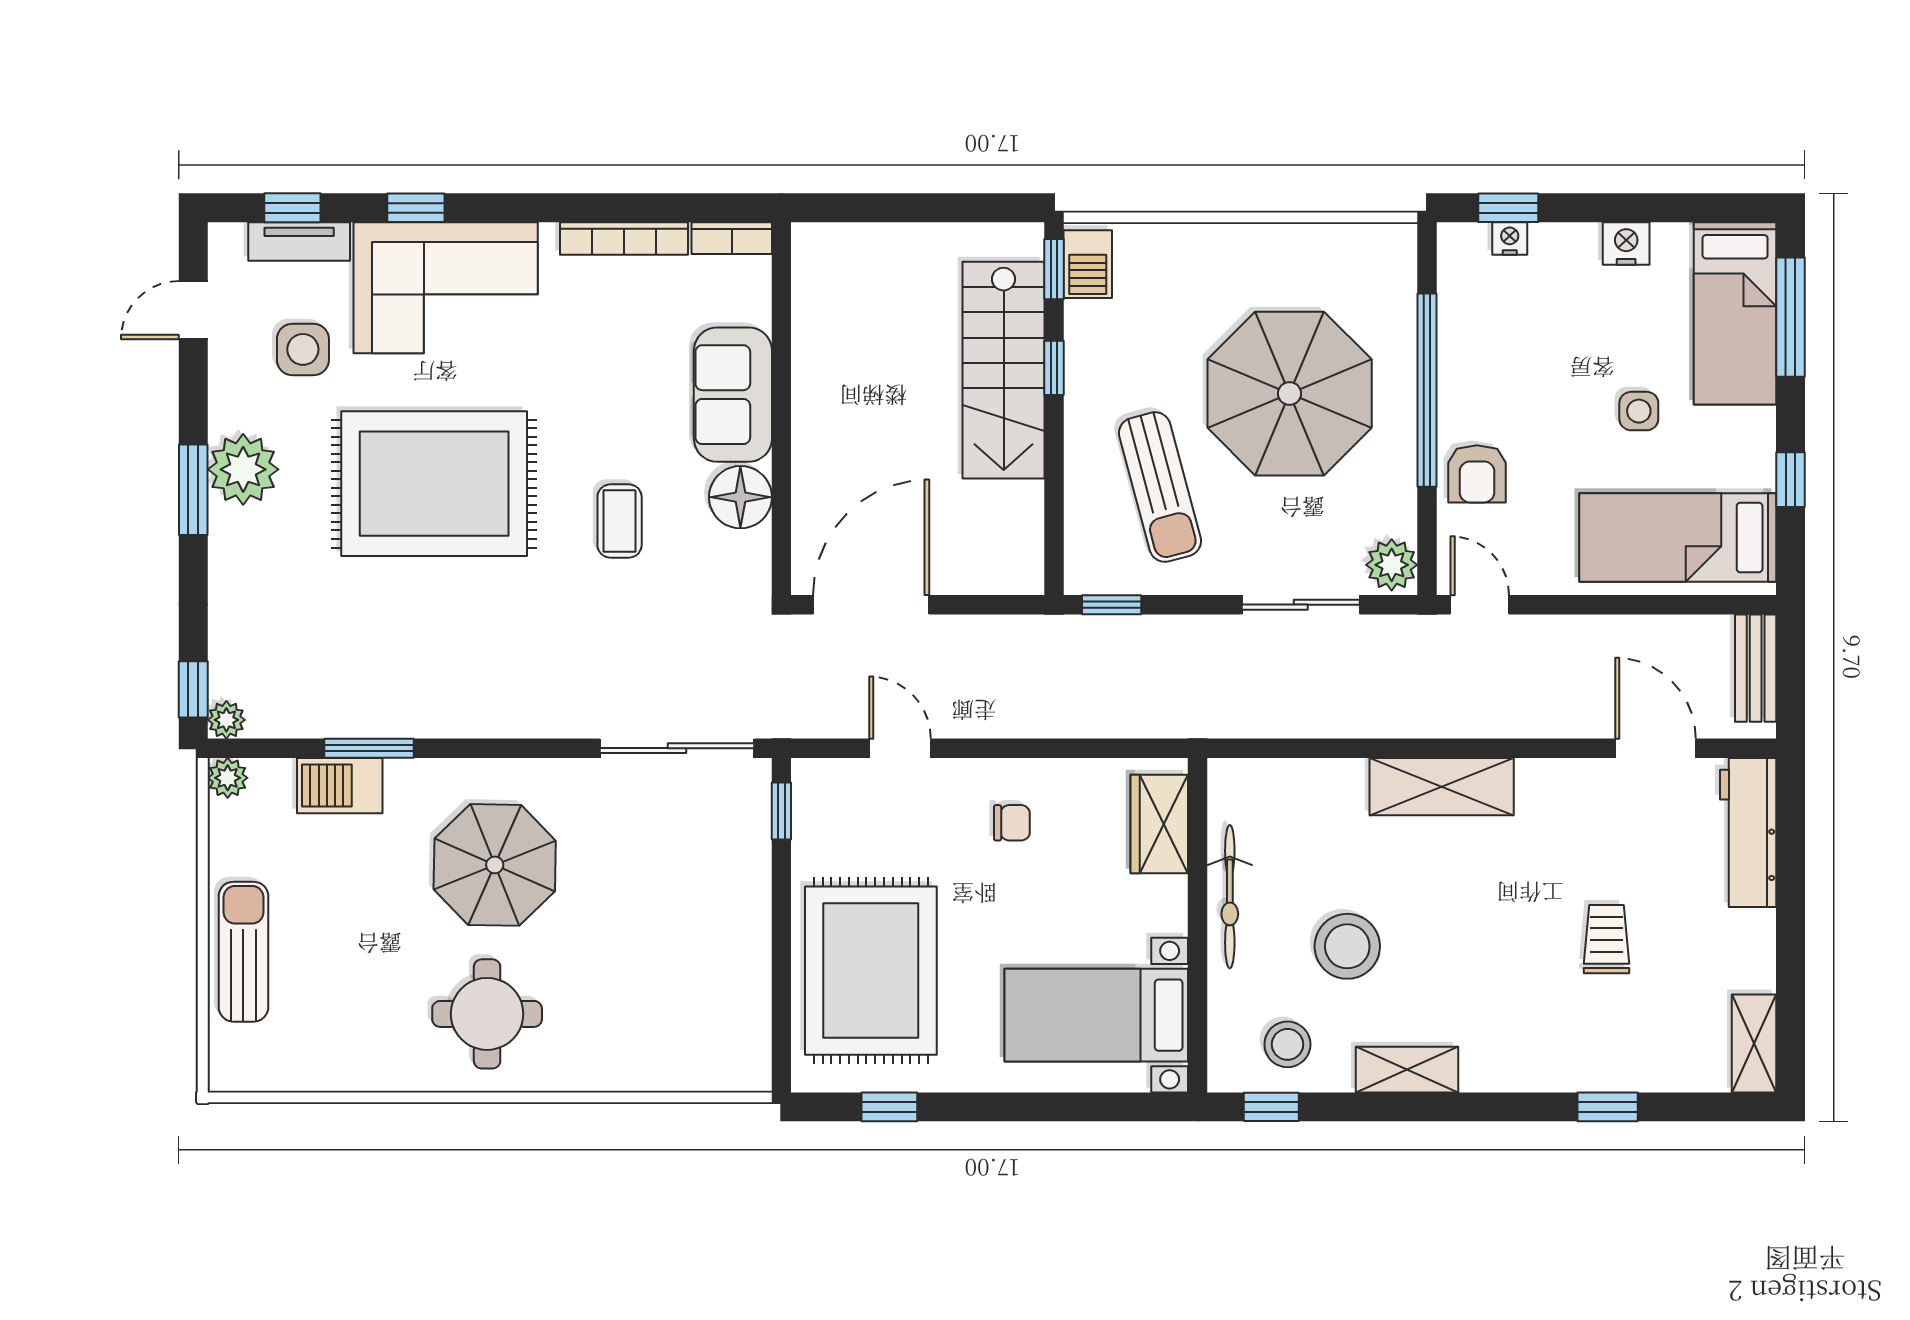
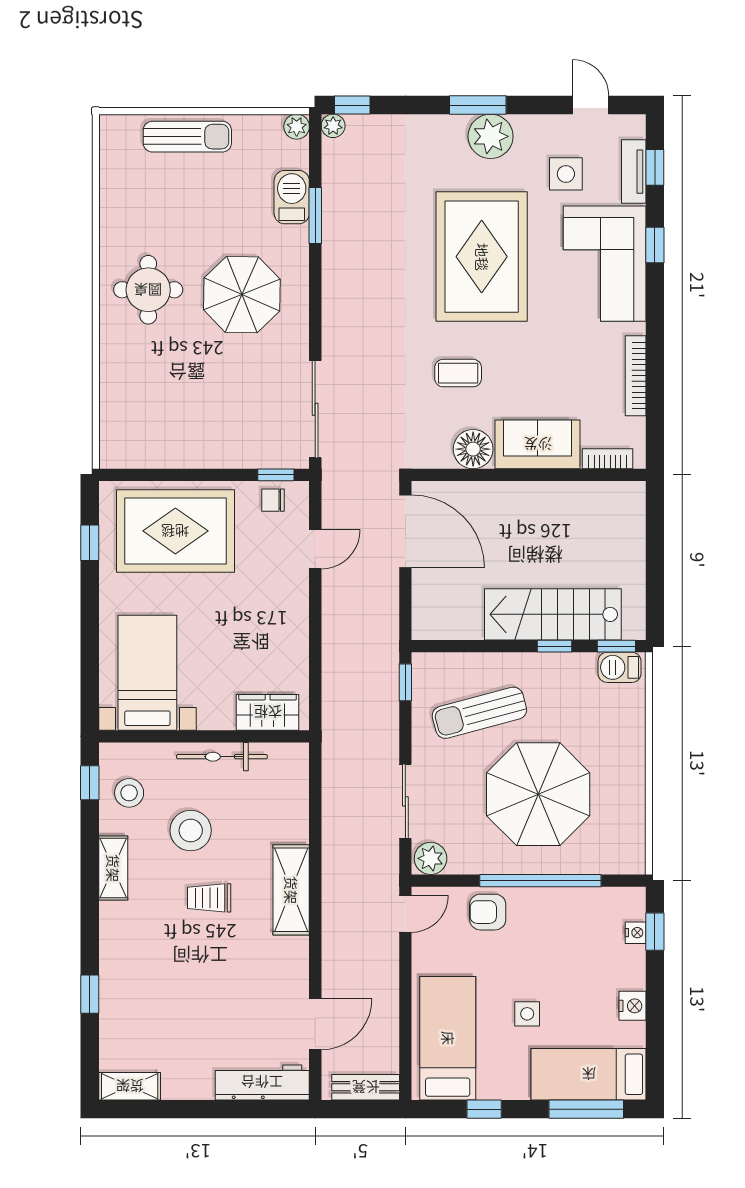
bookcase: (732, 238) -> (607, 459), moved, turned 90
chair: (1012, 823) -> (273, 500), moved, turned 90
trolley: (1607, 939) -> (209, 898), moved, turned 180

